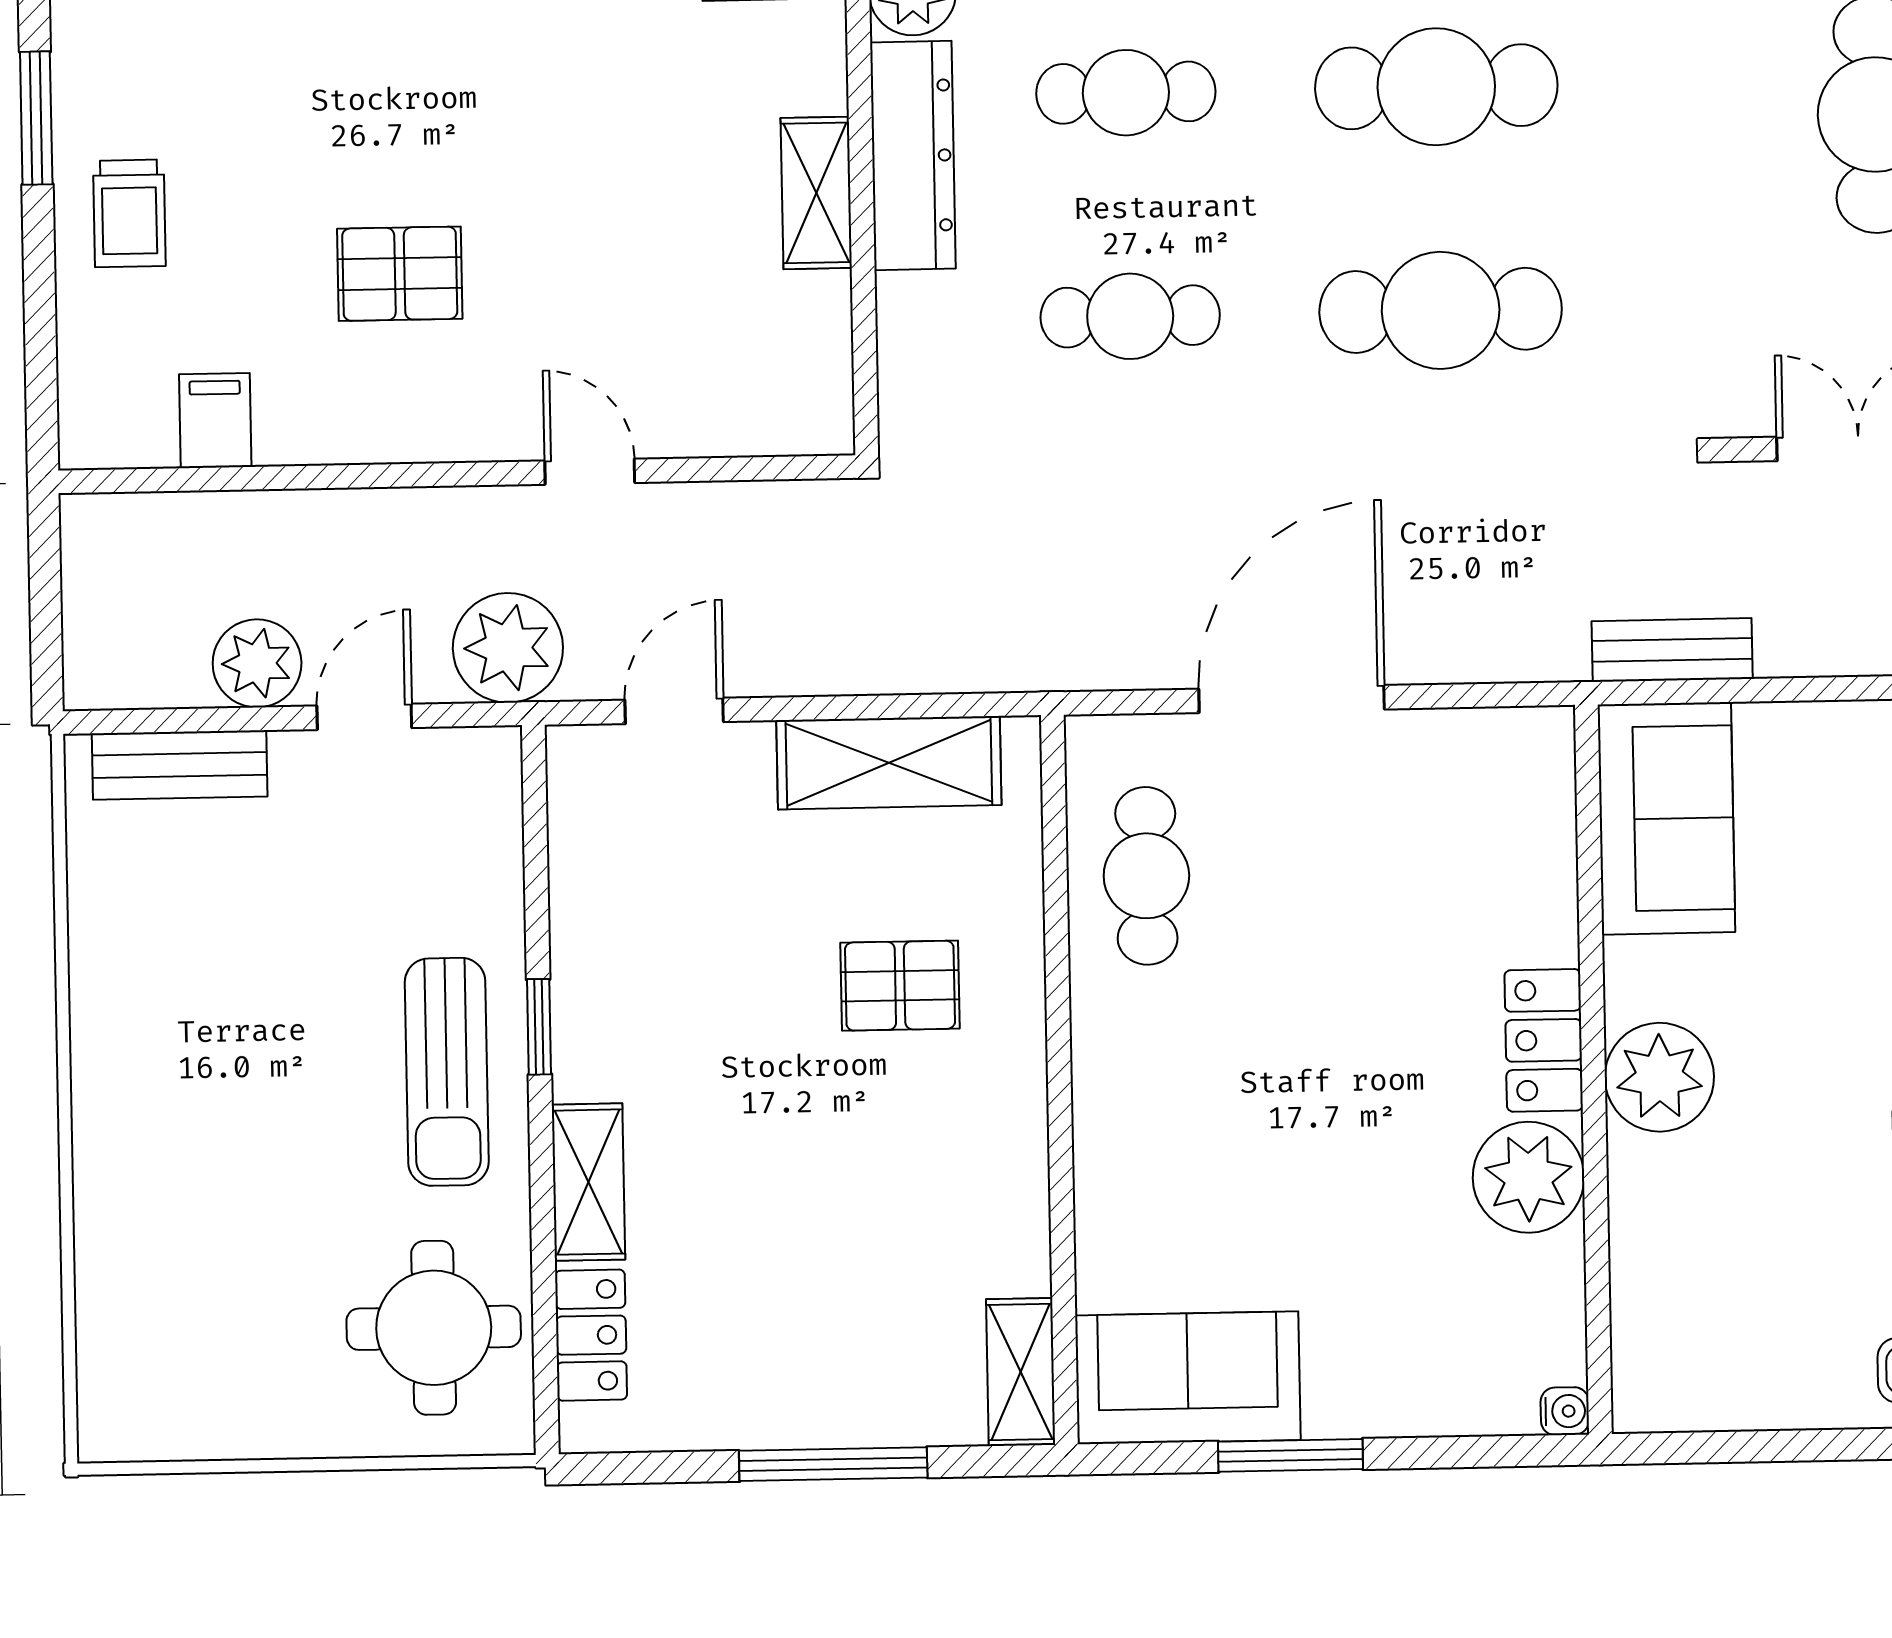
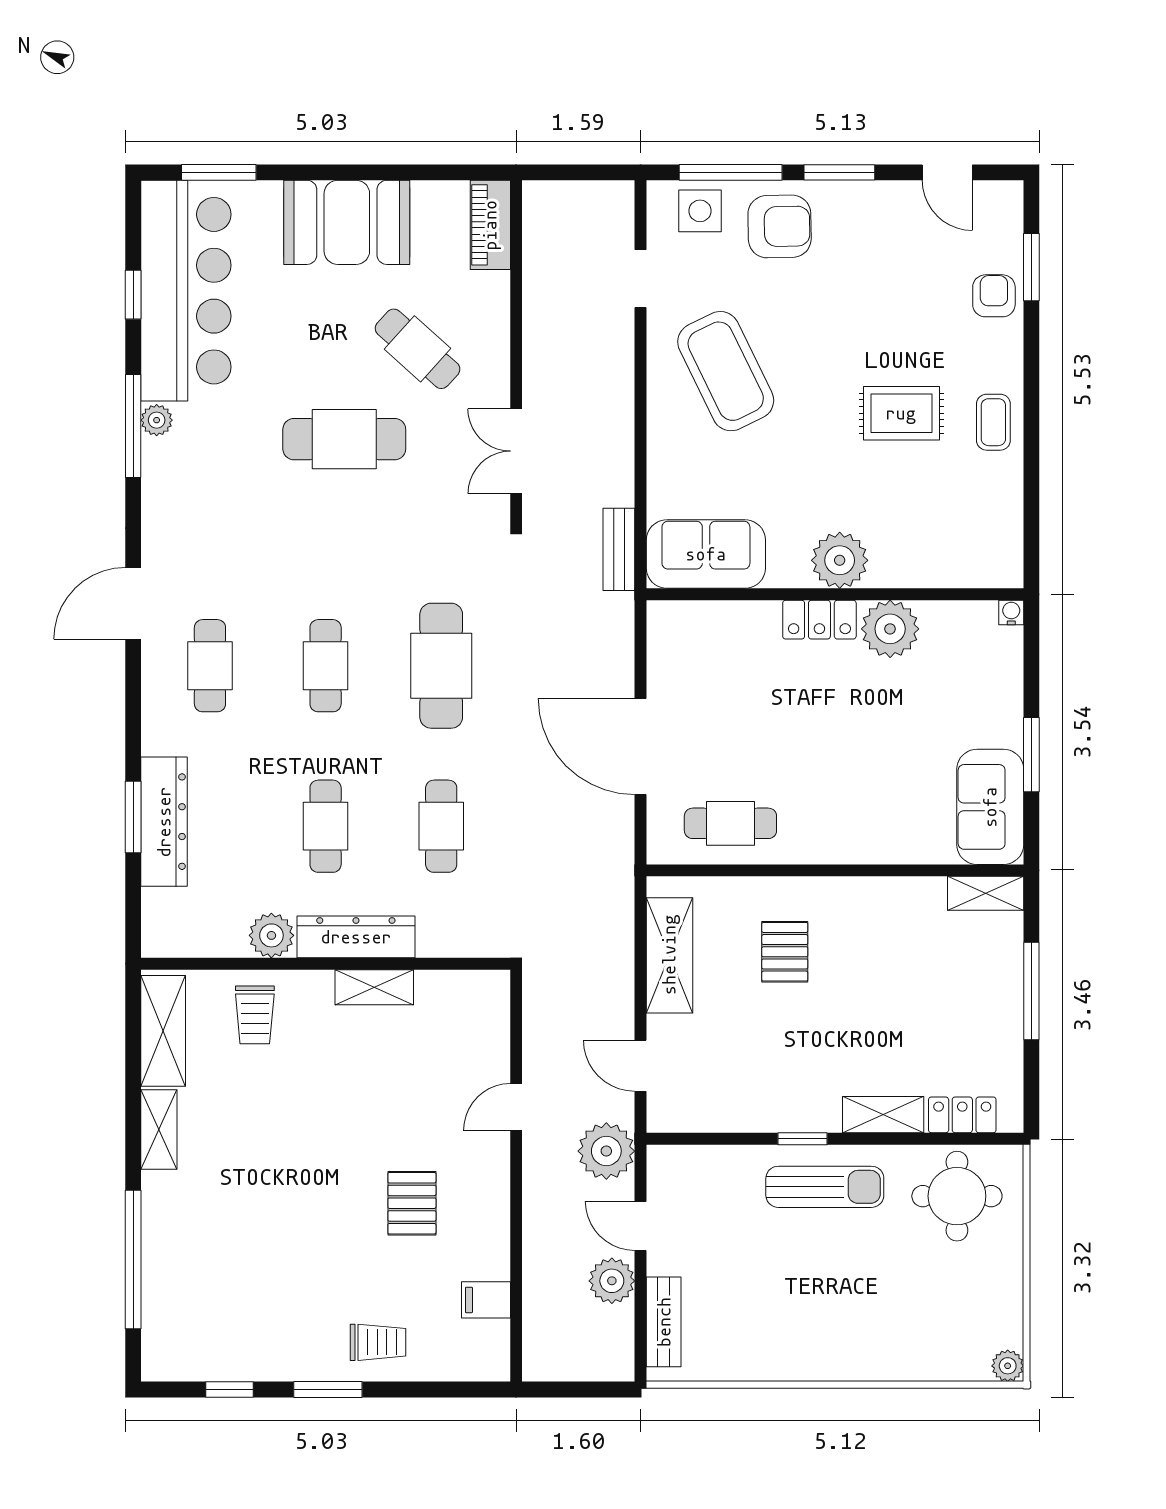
cafe table: (1436, 87) -> (326, 666), width x0.73, depth x0.74
plant: (107, 1432) -> (1008, 1366), added

